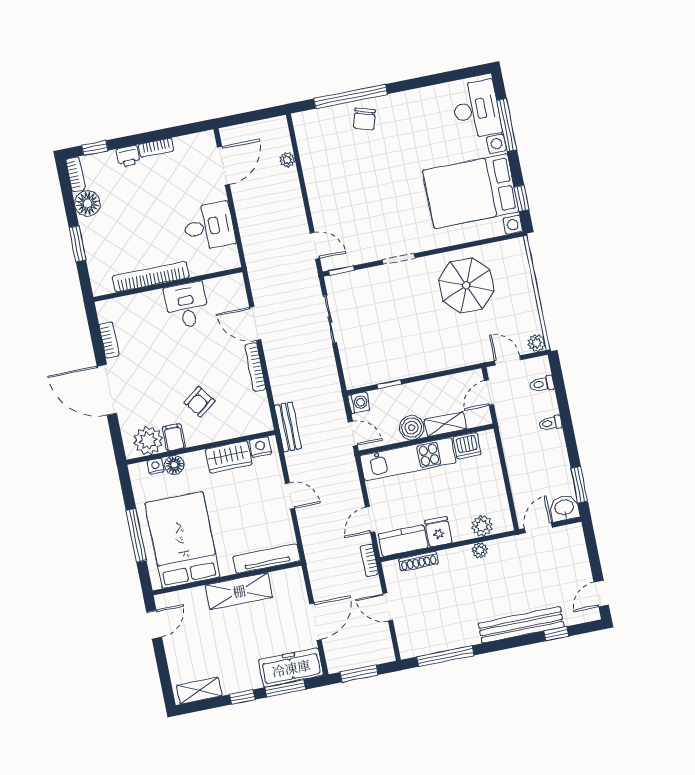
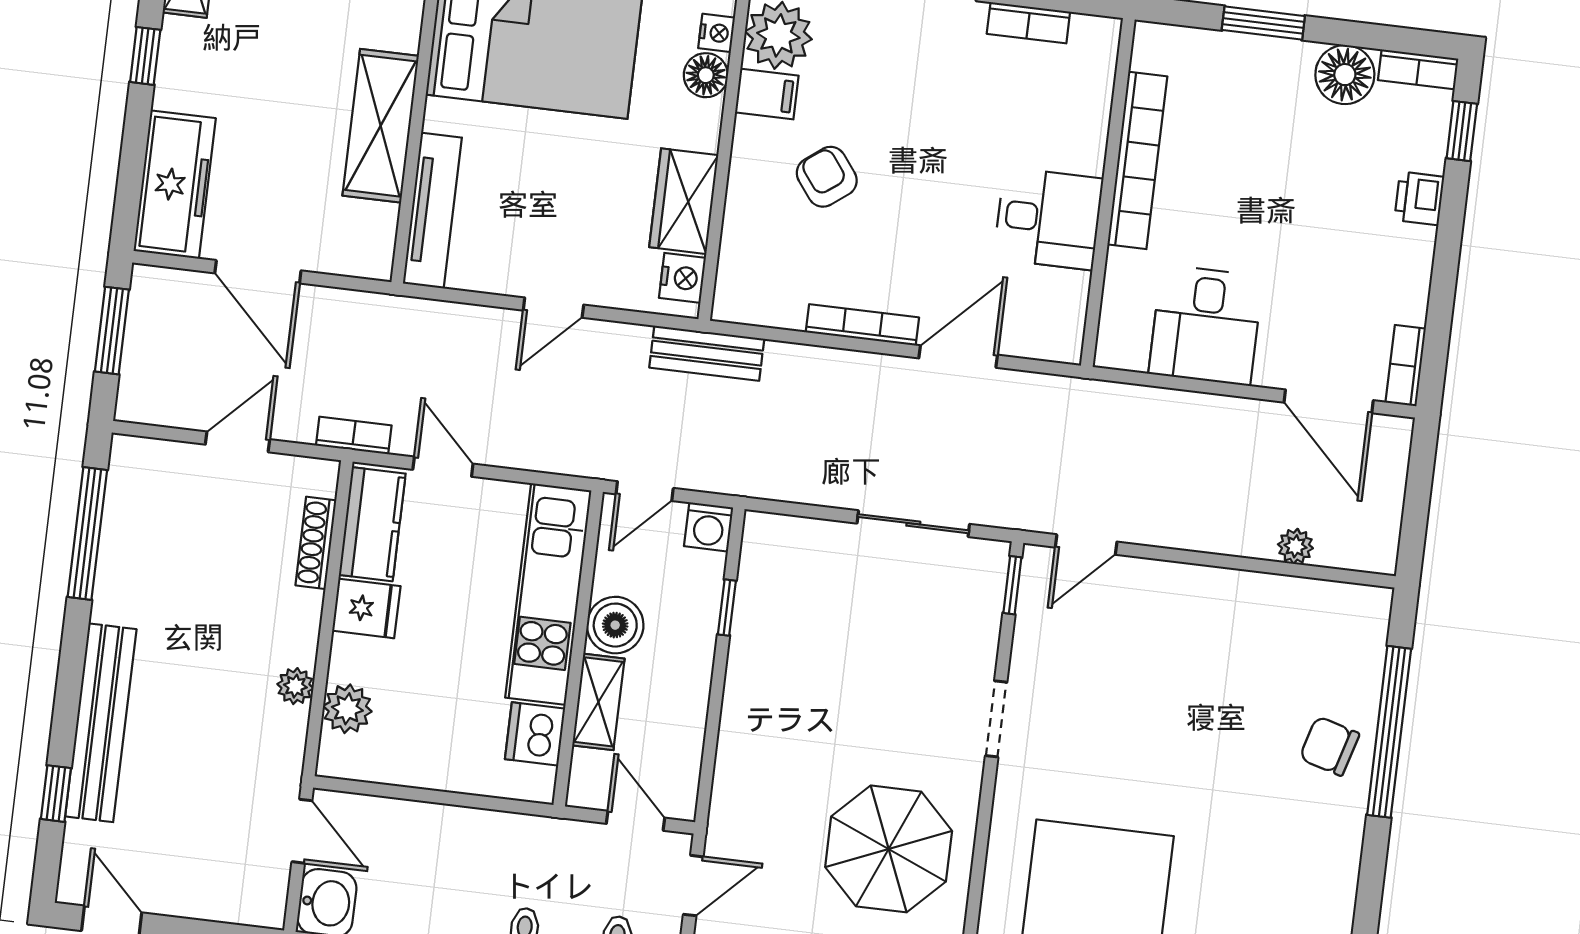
bookcase: (156, 148) -> (1406, 366), moved
window: (285, 688) -> (133, 157), removed

